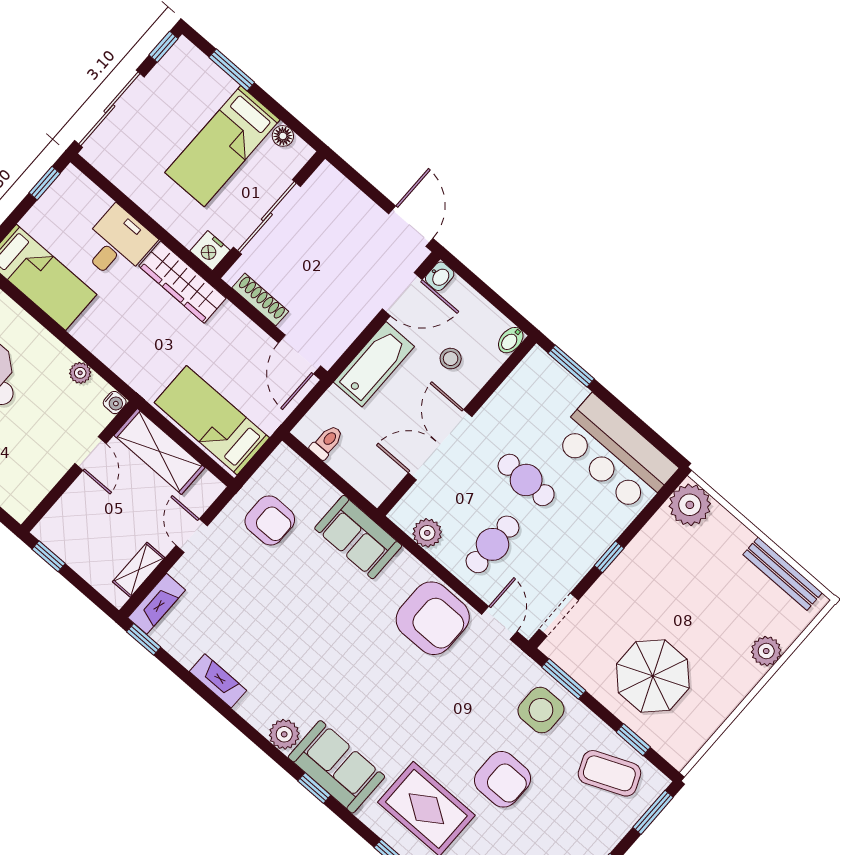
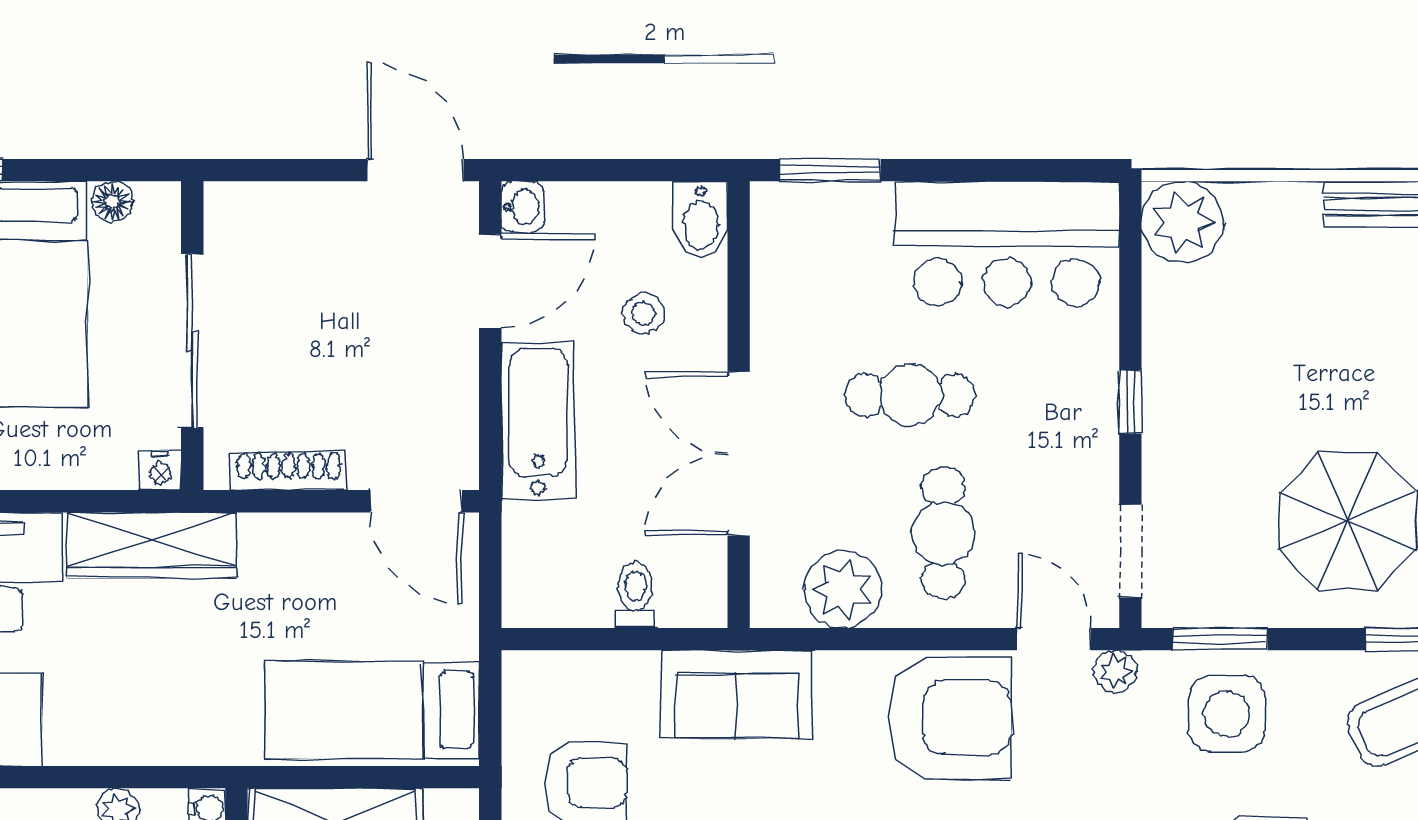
nightstand: (210, 251) -> (160, 470), width x0.72, depth x0.74
bidet: (511, 340) -> (701, 220), width x1.38, depth x1.36
toilet: (327, 442) -> (635, 595), moved
plant: (427, 533) -> (843, 589), width x1.36, depth x1.36
plant: (512, 656) -> (1115, 671), added

